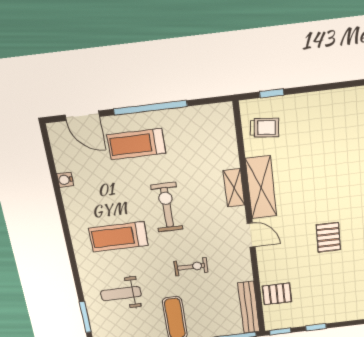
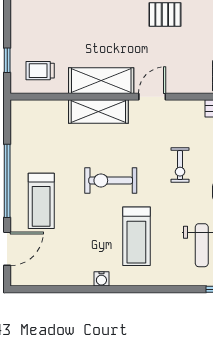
trolley: (265, 128) -> (40, 71), turned -96
water cooler: (65, 180) -> (101, 279), moved
shelving: (234, 188) -> (98, 112), width x1.50, depth x1.33
exercise bike: (191, 267) -> (180, 165), turned 180

